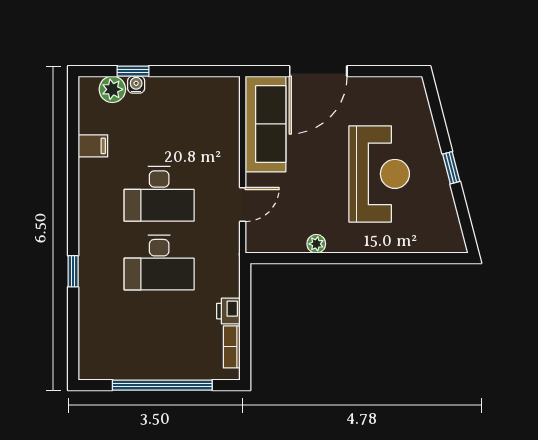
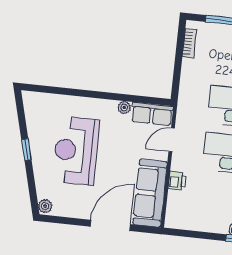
plant: (415, 89) -> (45, 206), added
row of seats: (275, 239) -> (152, 114), added
printer: (228, 311) -> (177, 181), moved

